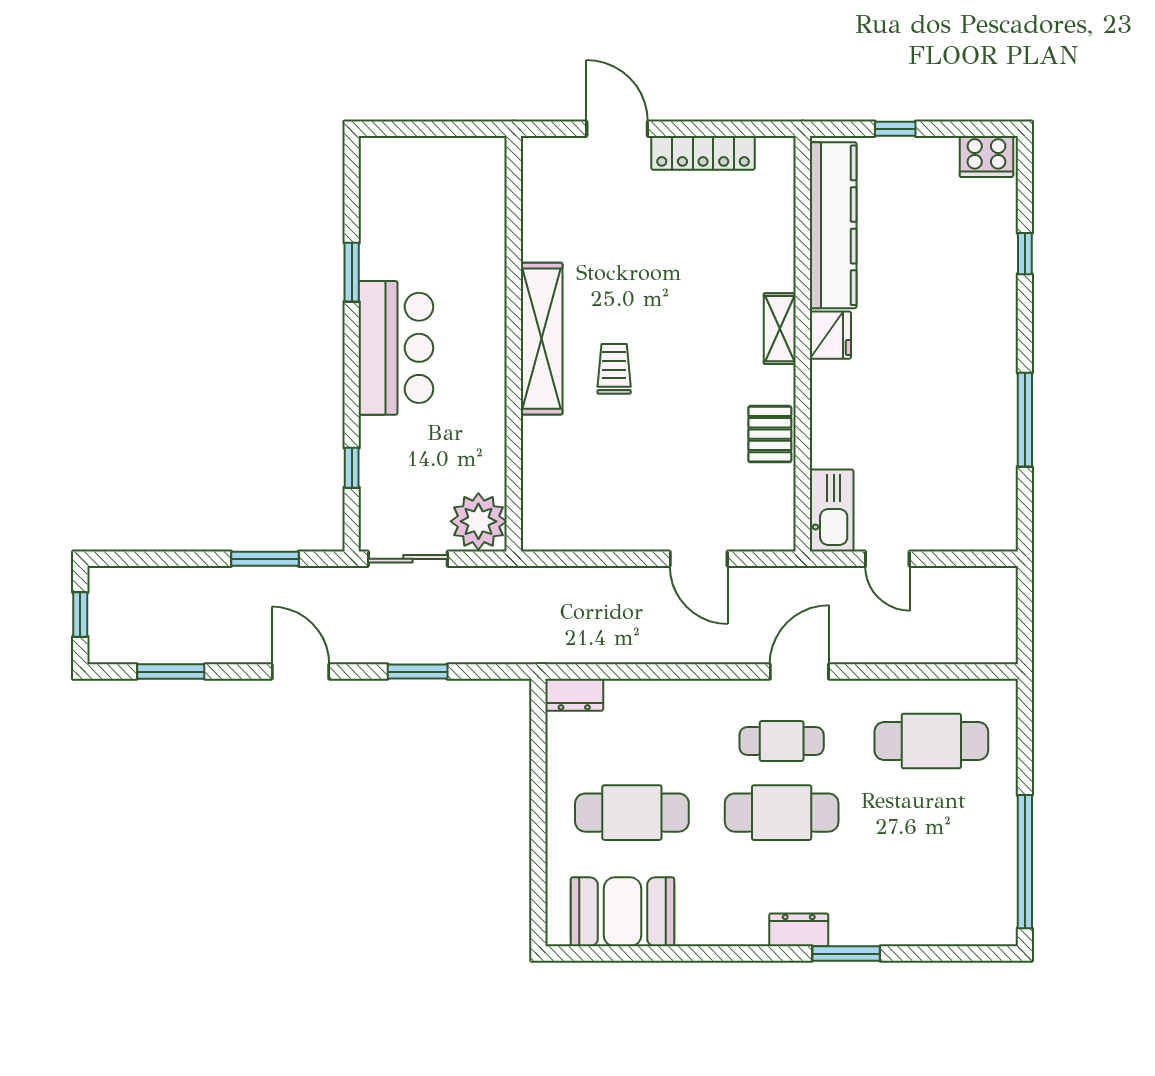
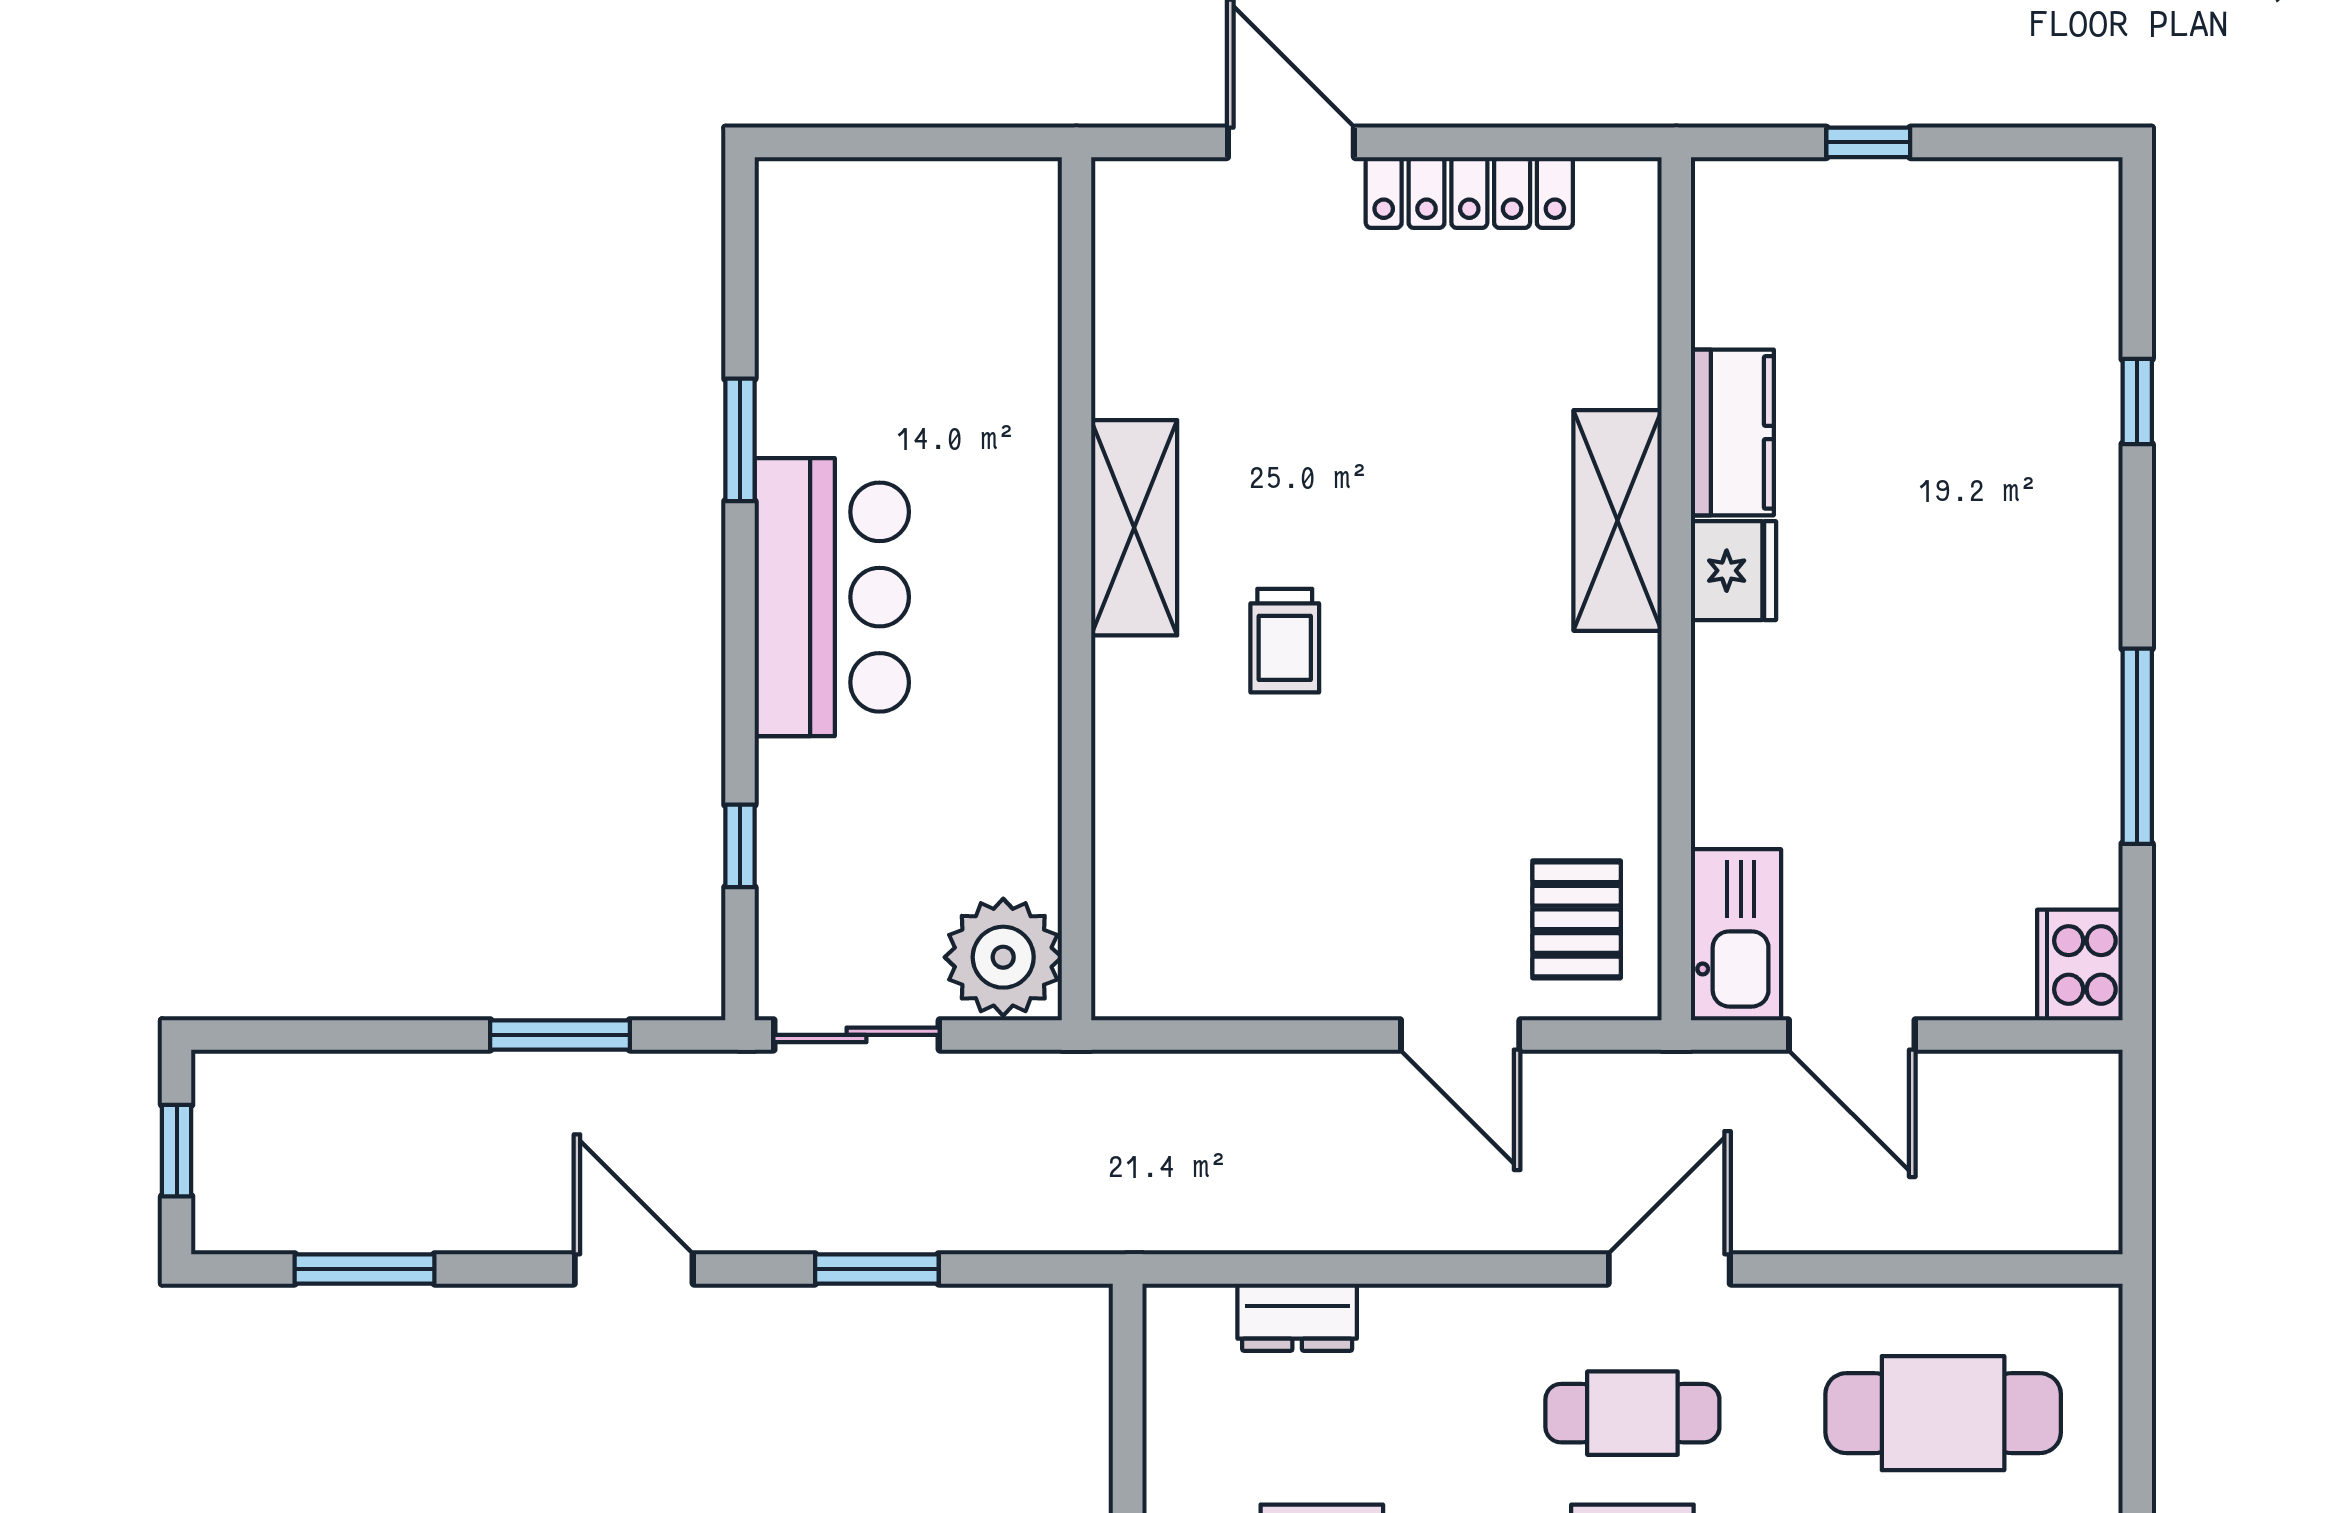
cooker: (986, 156) -> (2080, 965), moved, turned 90
kitchen counter: (833, 225) -> (1732, 432), width x0.48, depth x0.86
shelving: (780, 329) -> (1618, 520), width x1.50, depth x1.33
shelving: (542, 339) -> (1134, 528), width x0.68
trolley: (614, 369) -> (1285, 641), turned 180
pallet: (770, 434) -> (1577, 919), moved
door: (887, 559) -> (1852, 1035), width x1.38
dresser: (574, 695) -> (1297, 1317), moved

